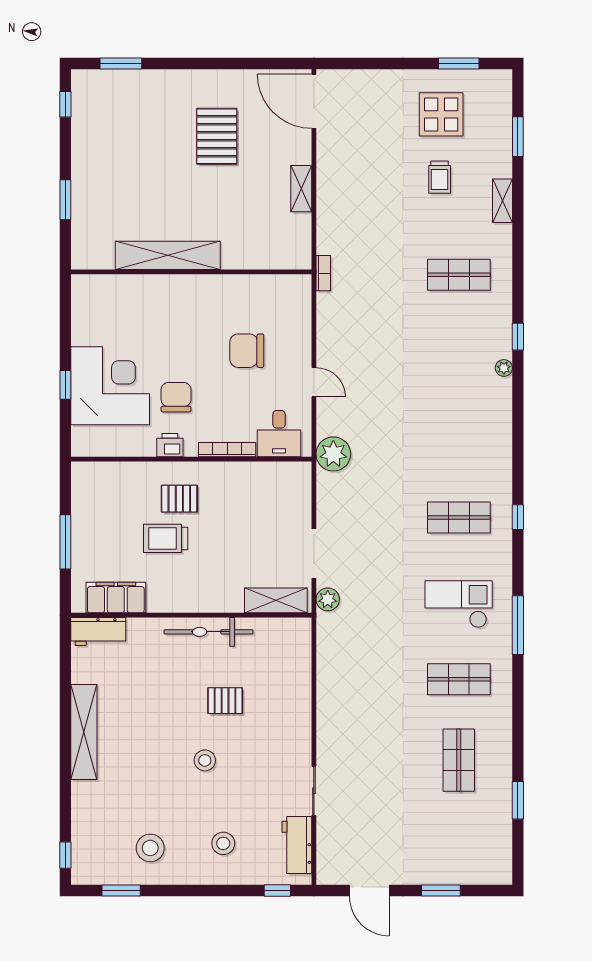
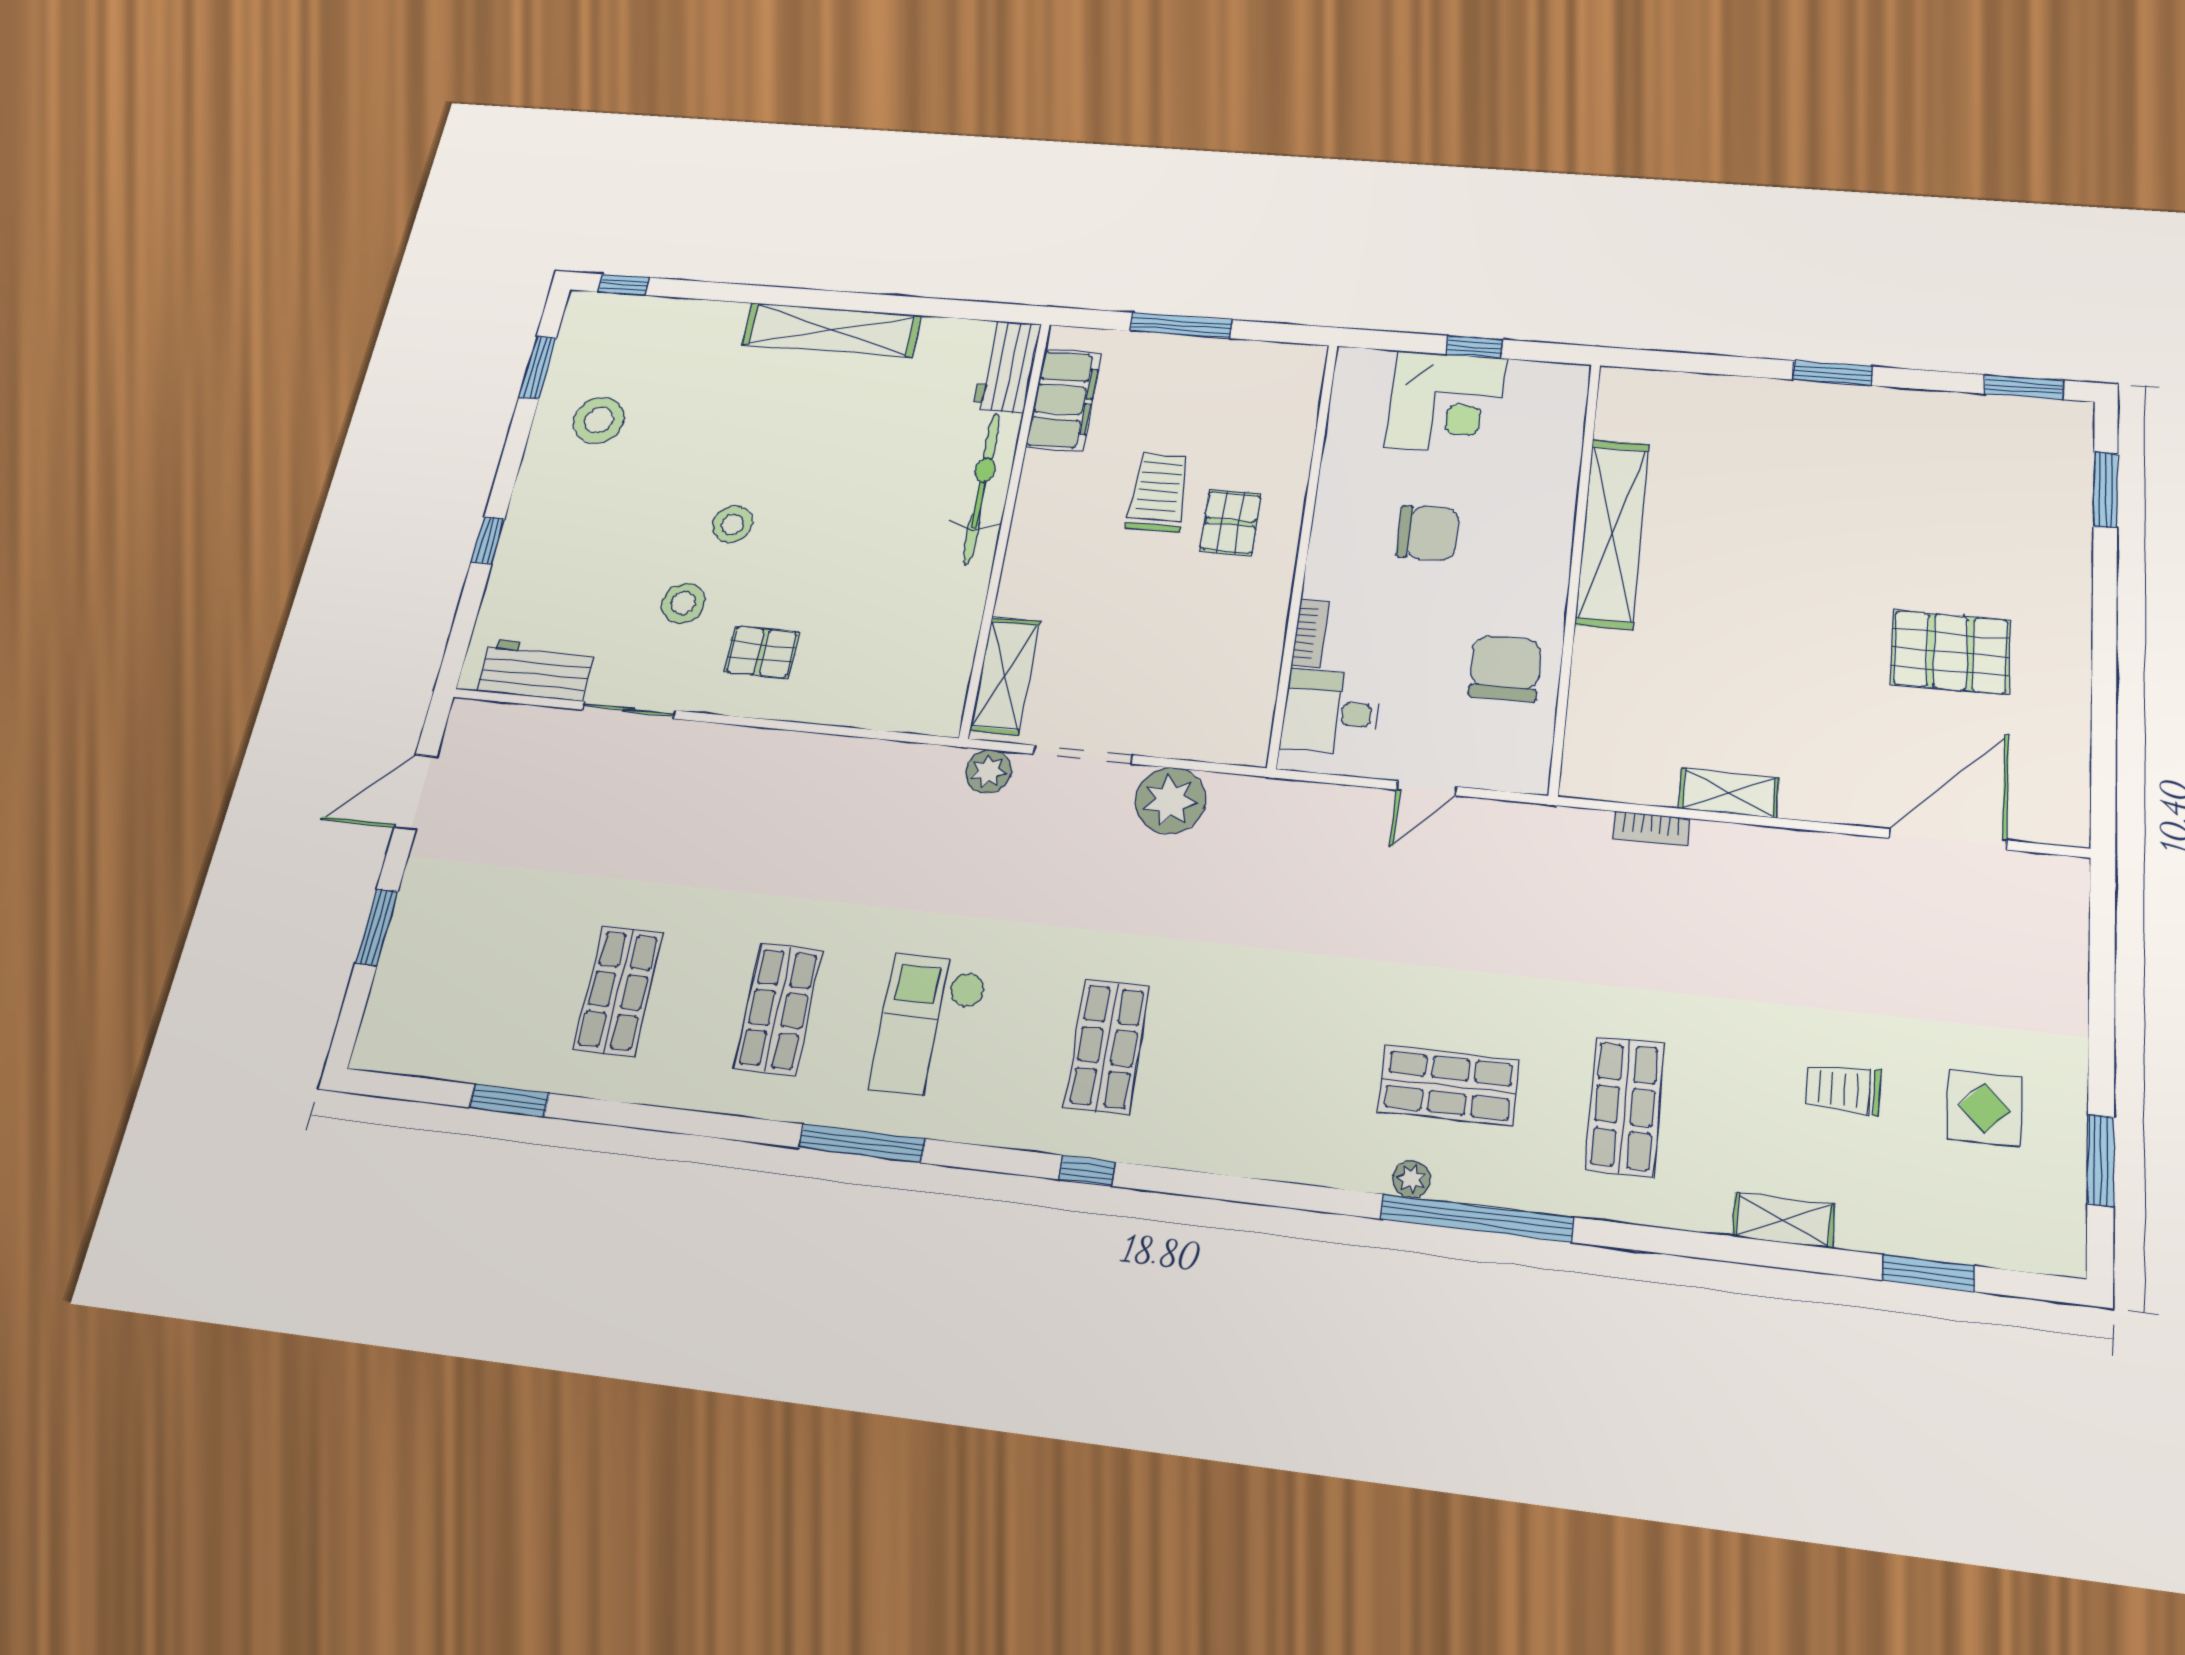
door: (314, 101) -> (1947, 839), moved
window: (65, 104) -> (2024, 387), width x1.50
display table: (441, 114) -> (1985, 1108), width x0.73, depth x0.73
shelving: (301, 189) -> (1729, 793), moved
shelving: (168, 255) -> (1612, 533), moved
wall: (191, 272) -> (1575, 573), moved
window: (518, 337) -> (1477, 1218), width x3.17
shop shelf: (459, 356) -> (1449, 1086), added
corner desk: (110, 386) -> (1446, 402), width x0.74, depth x0.74
printer: (170, 445) -> (1336, 514), removed
bookcase: (227, 450) -> (1310, 633), width x0.64
plant: (333, 454) -> (1170, 800), moved
checkout: (459, 604) -> (929, 1026), turned 180
bicycle: (208, 632) -> (982, 488), moved
pallet: (225, 701) -> (762, 652), moved, turned 90
shop shelf: (459, 760) -> (618, 991), turned 90
stool: (223, 843) -> (683, 603), moved
window: (277, 890) -> (488, 540), moved

